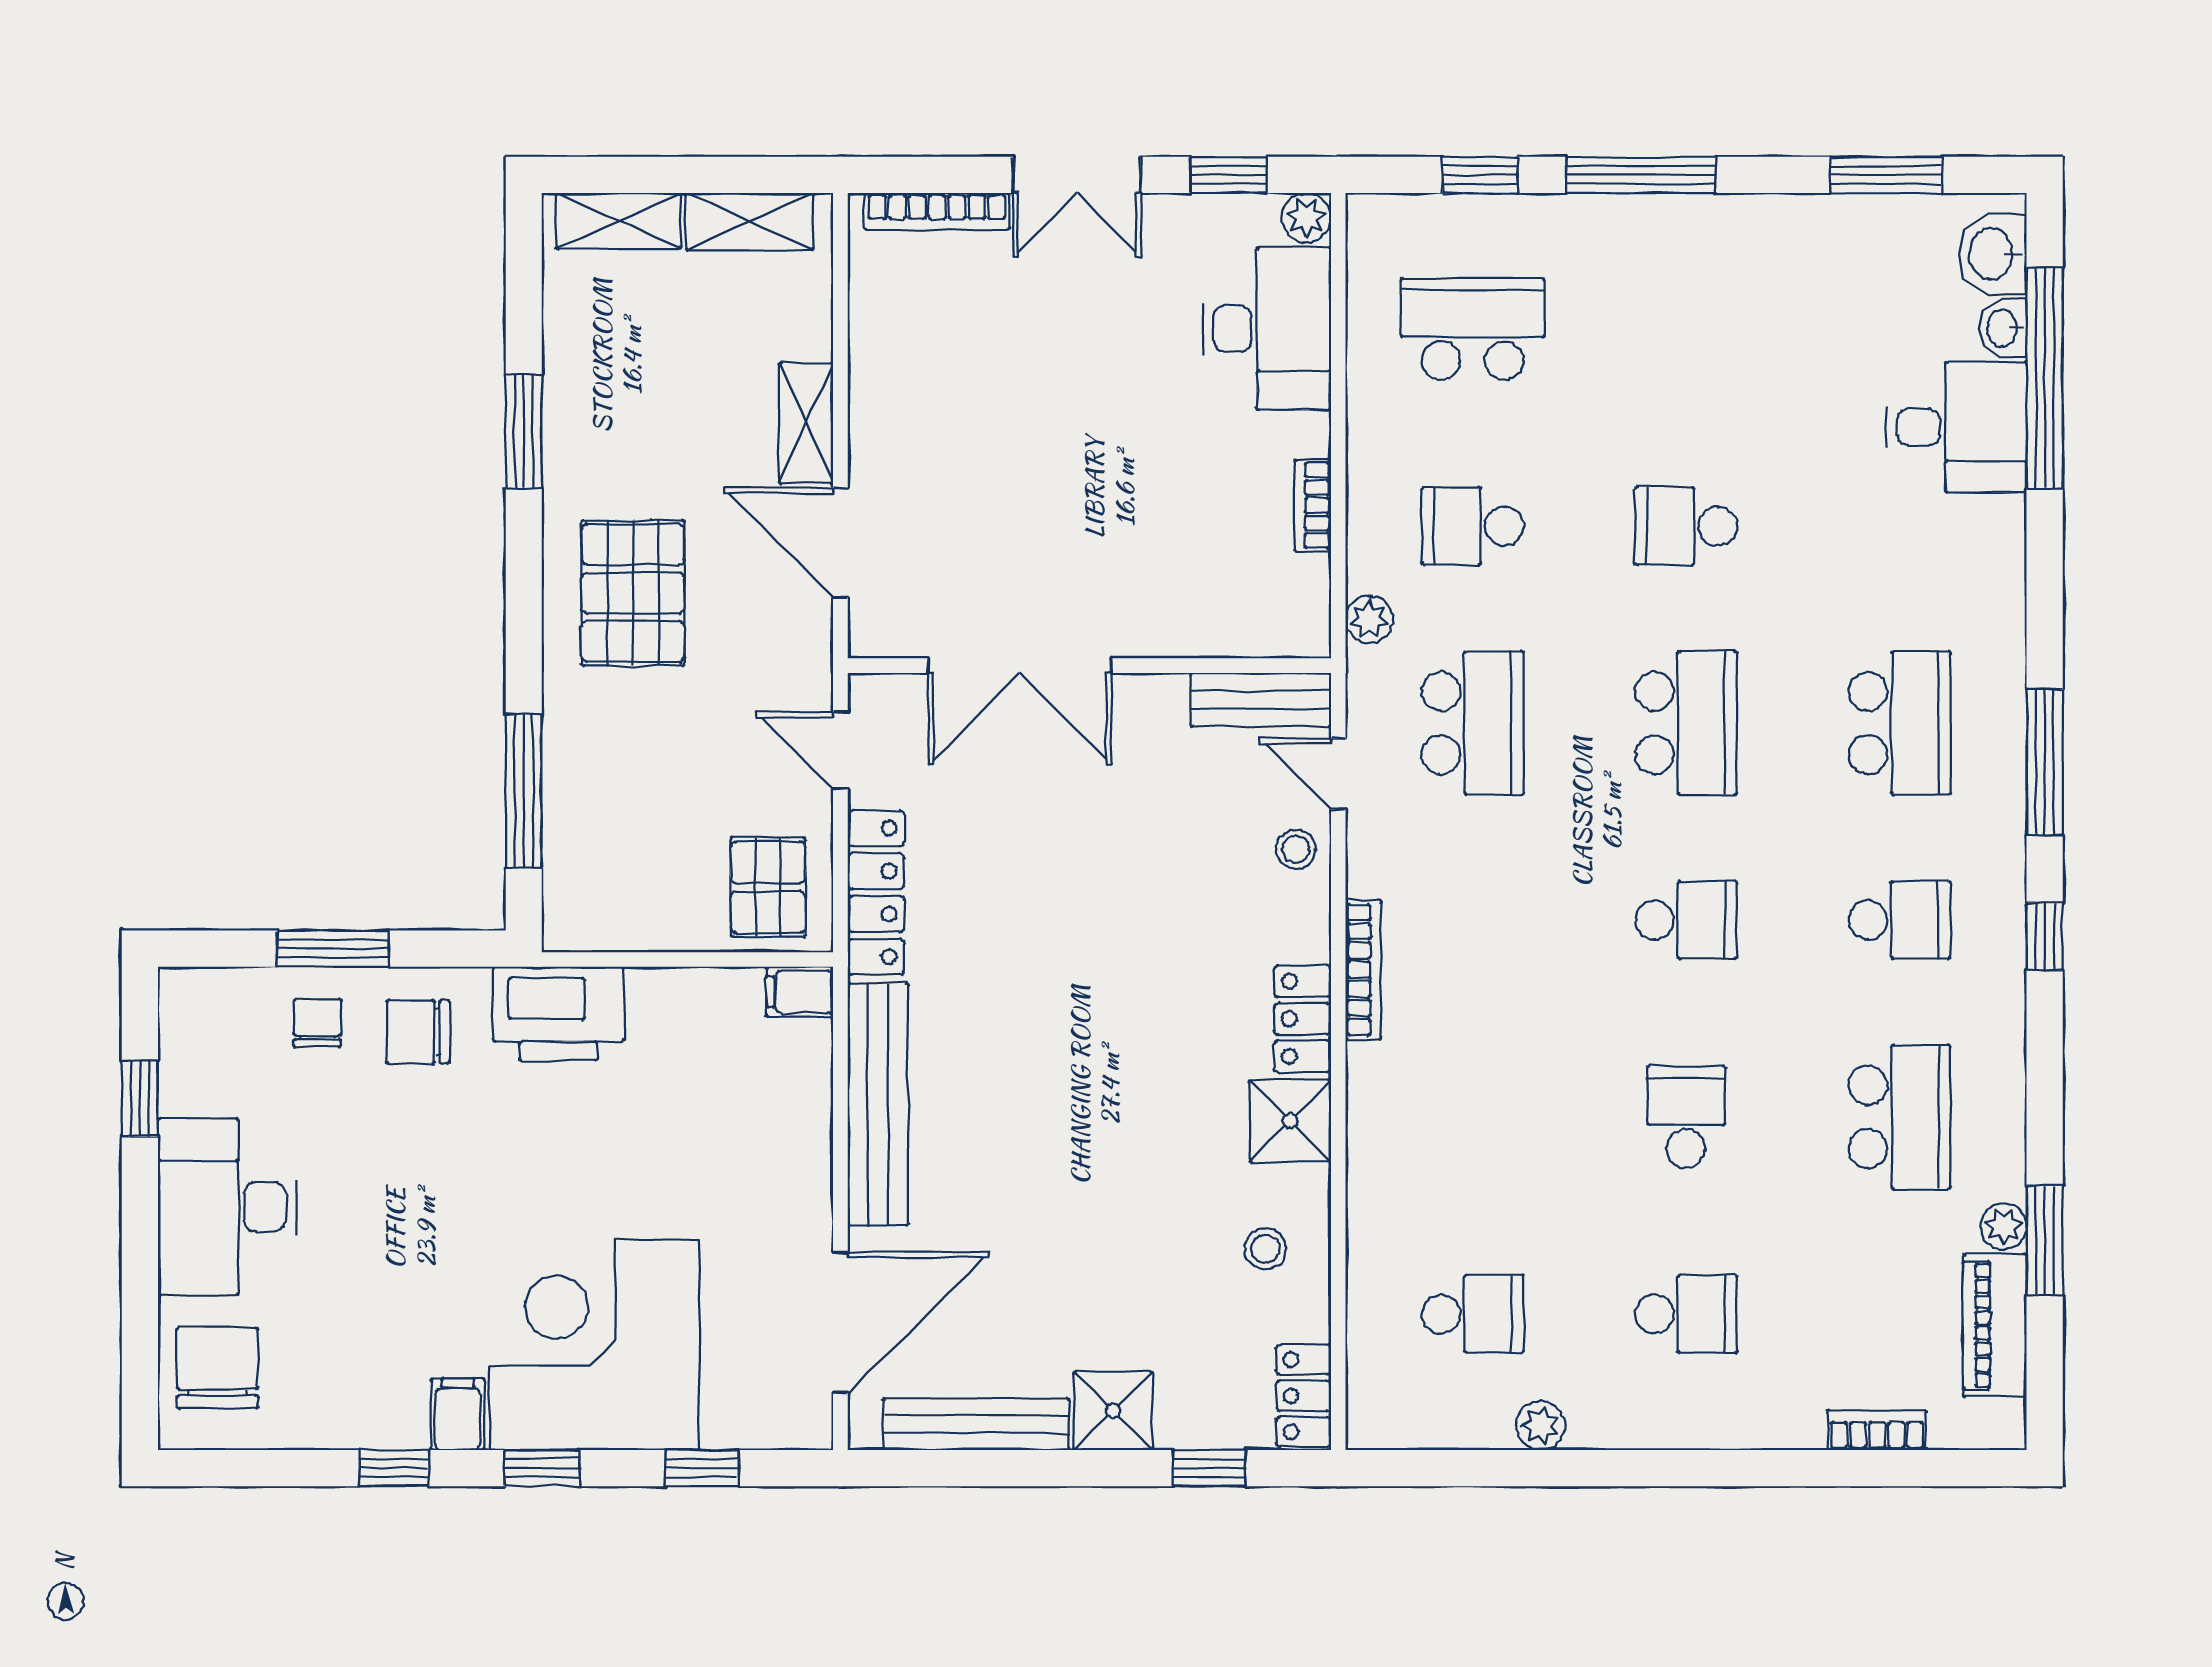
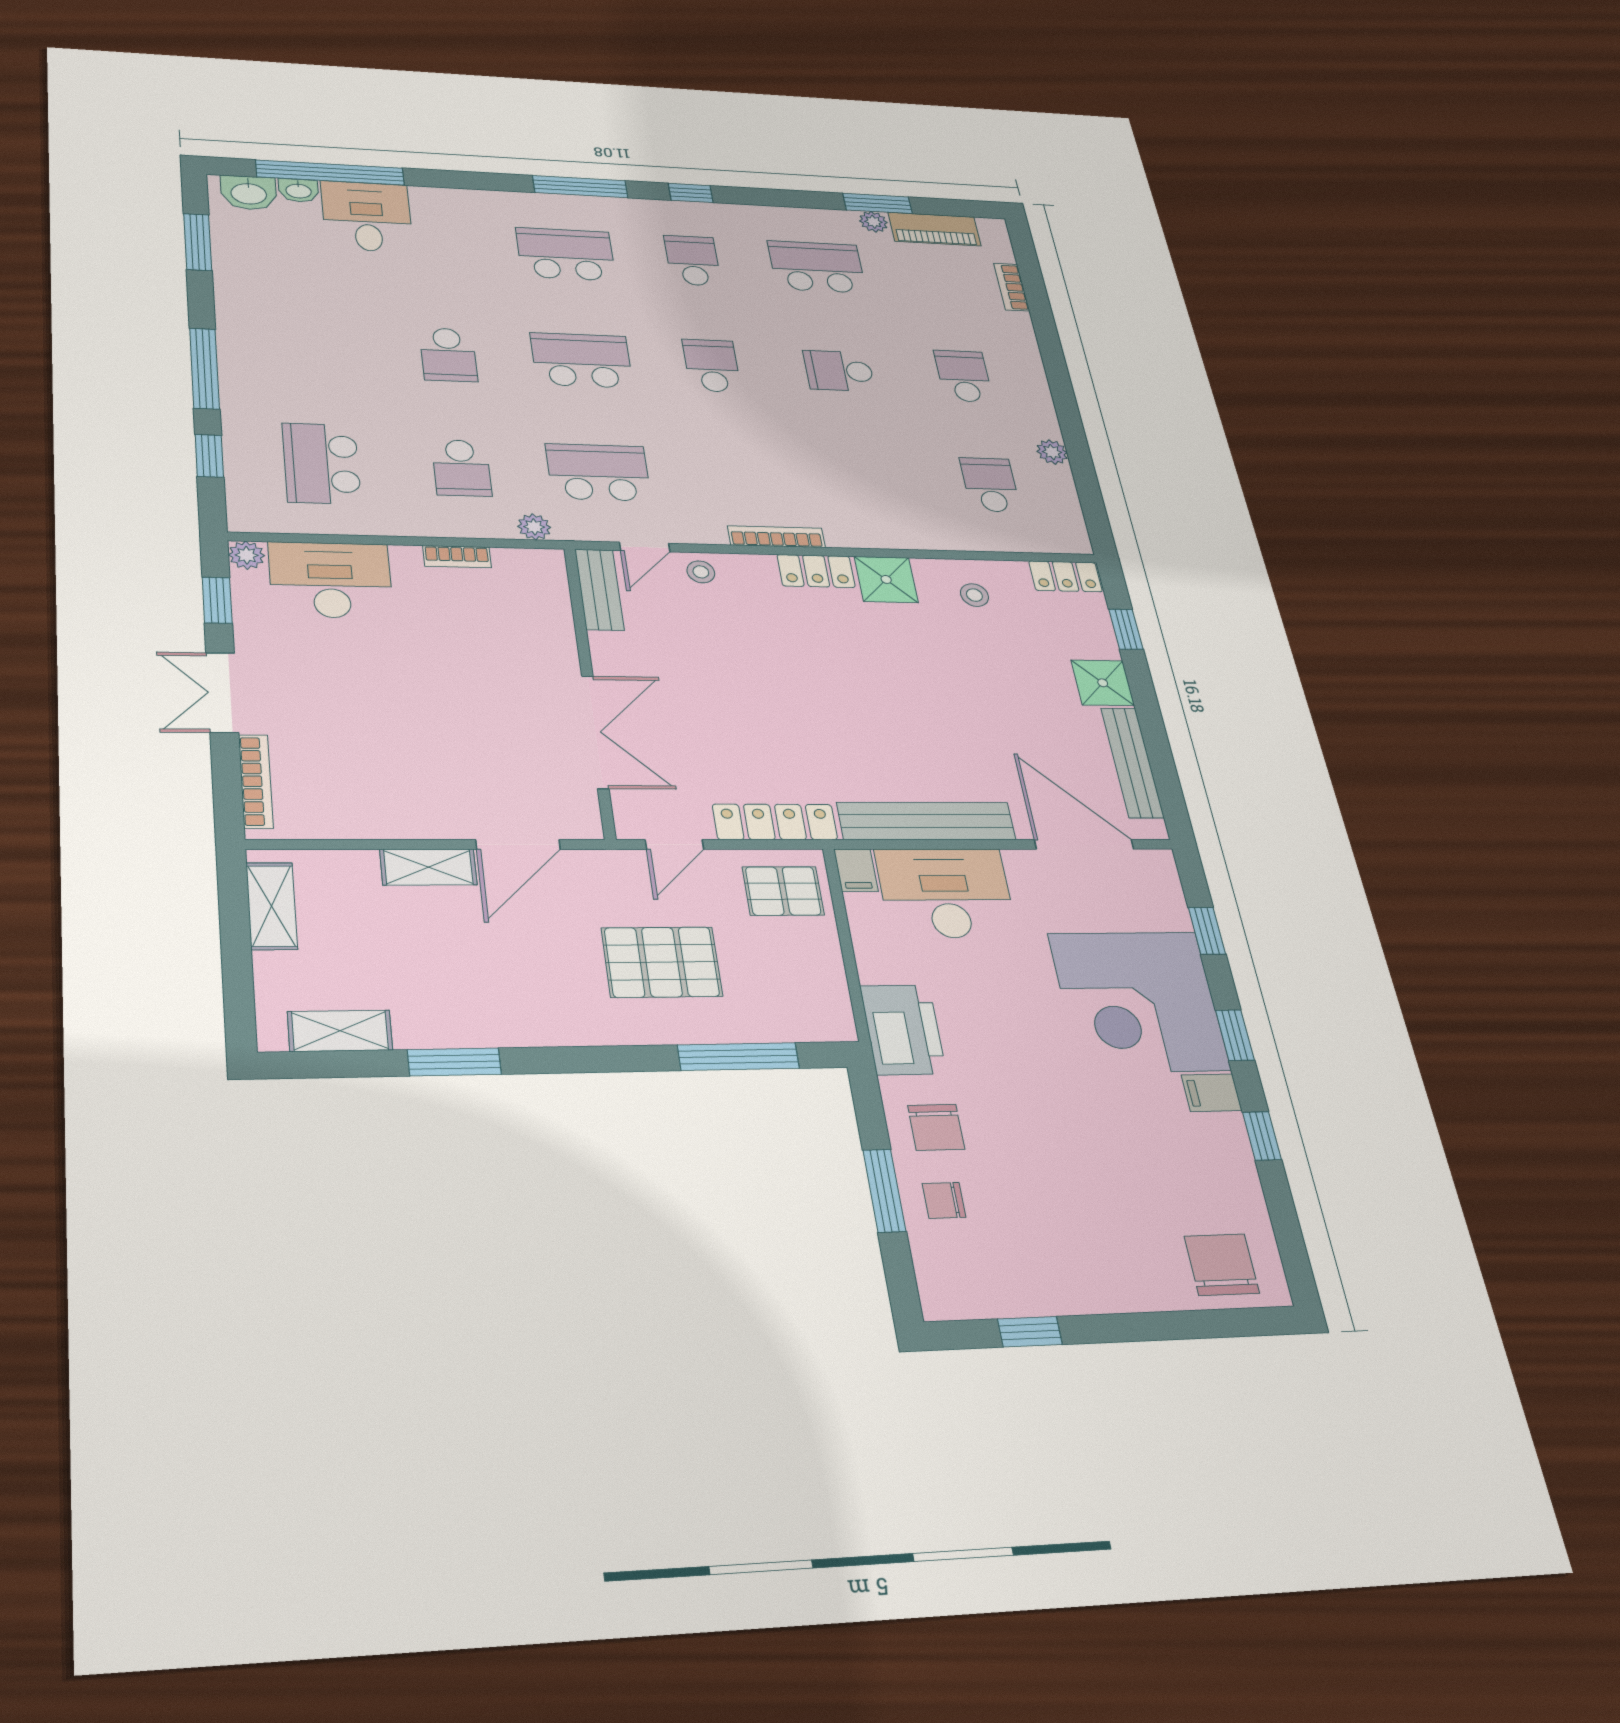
double door: (1077, 175) -> (222, 693), swing flipped
shelving: (618, 221) -> (340, 1031), moved, turned 90
pallet: (633, 593) -> (662, 962), moved
desk: (227, 1207) -> (946, 893), moved, turned 180
chair: (217, 1368) -> (1222, 1265), turned 90

